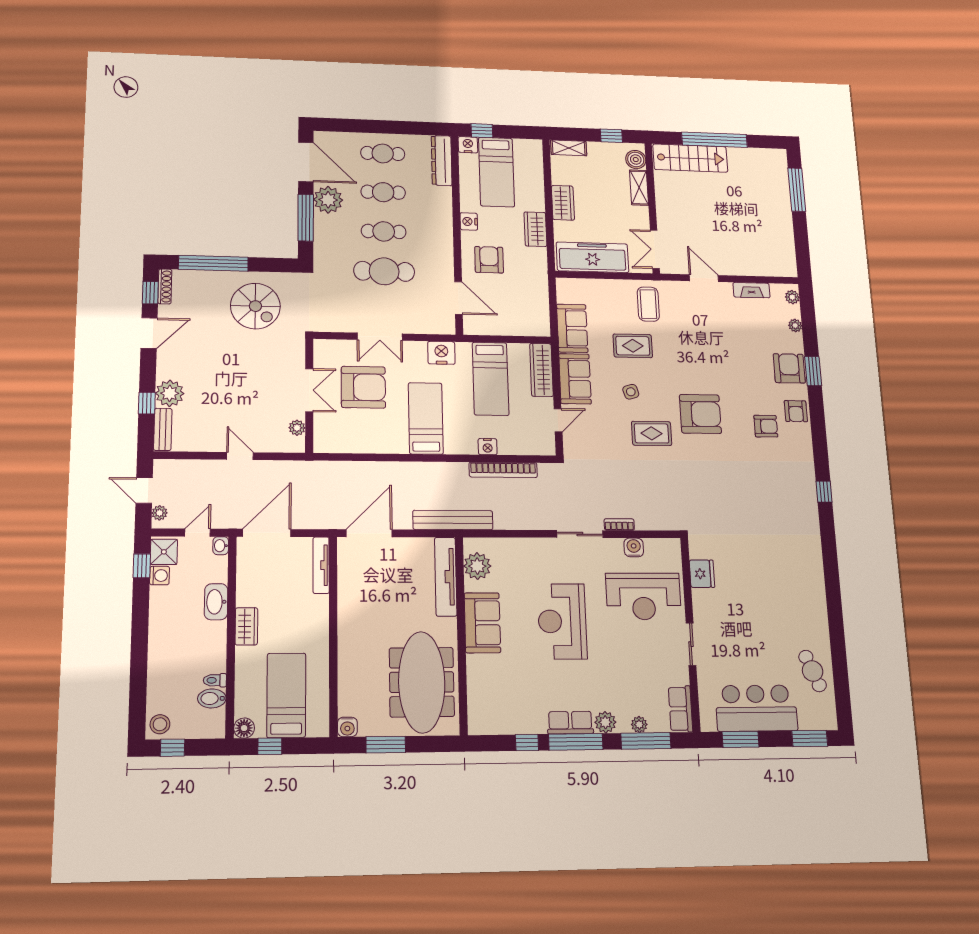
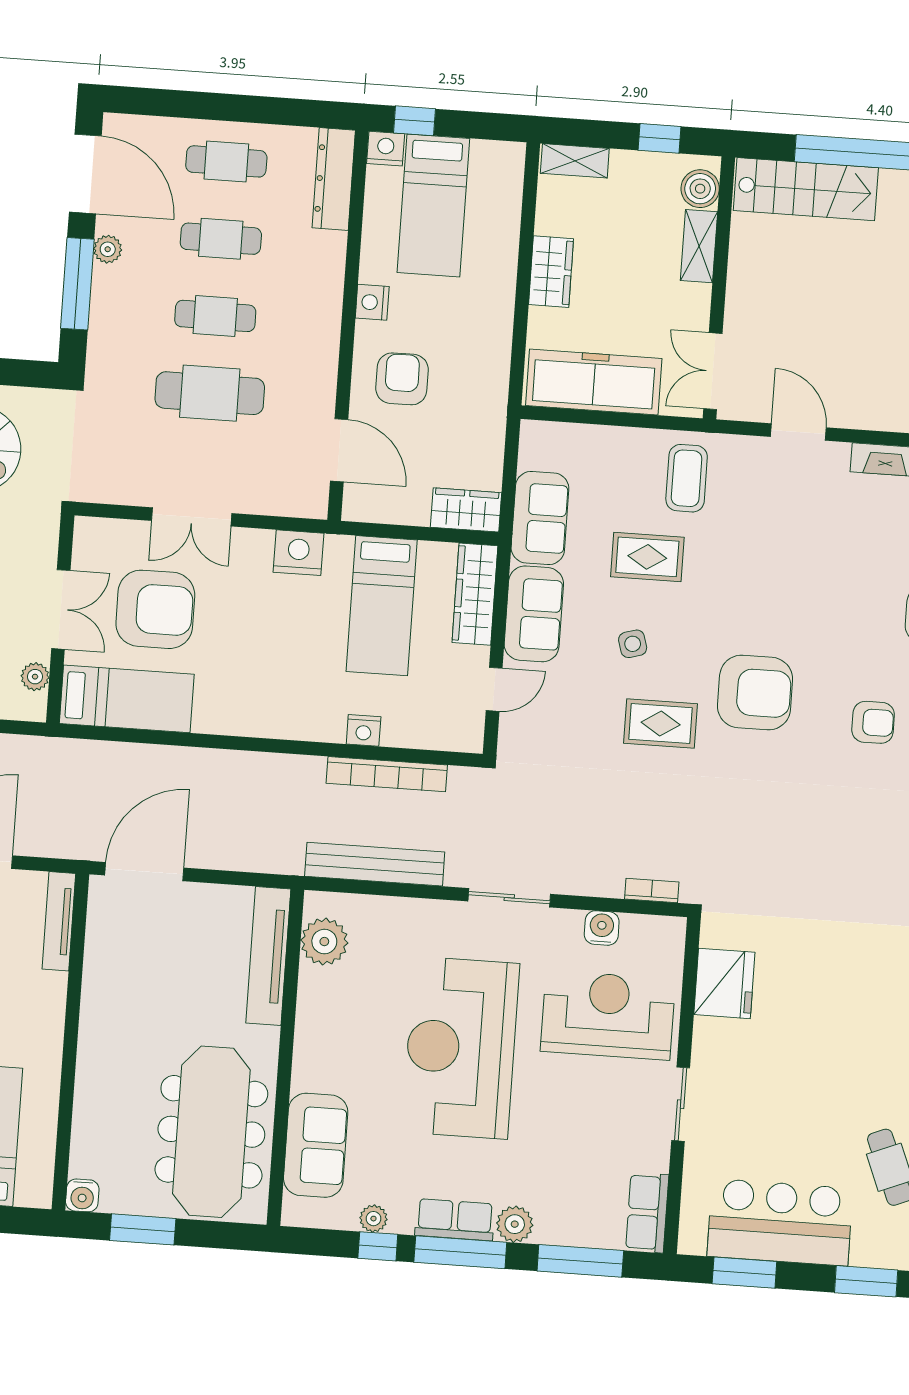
plant: (328, 200) -> (108, 249), width x0.53, depth x0.53
wardrobe: (535, 229) -> (466, 510), moved, turned 90
bed: (426, 418) -> (127, 699), moved, turned 90
bench: (453, 520) -> (375, 864), moved
bookcase: (619, 525) -> (652, 891), moved
fridge: (702, 574) -> (724, 983), width x1.36, depth x1.34
reception desk: (643, 596) -> (608, 1015), turned 180
reception desk: (562, 621) -> (461, 1048), width x1.36, depth x1.30
sofa: (482, 623) -> (316, 1145), moved
plant: (639, 725) -> (373, 1219), moved

